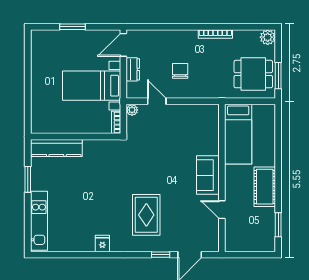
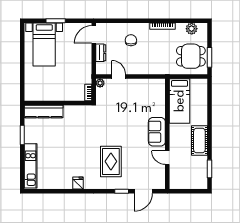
plant: (268, 37) -> (192, 29), moved
chair: (180, 71) -> (131, 40), moved
bed with nightstands: (92, 86) -> (44, 45), moved, turned -90

